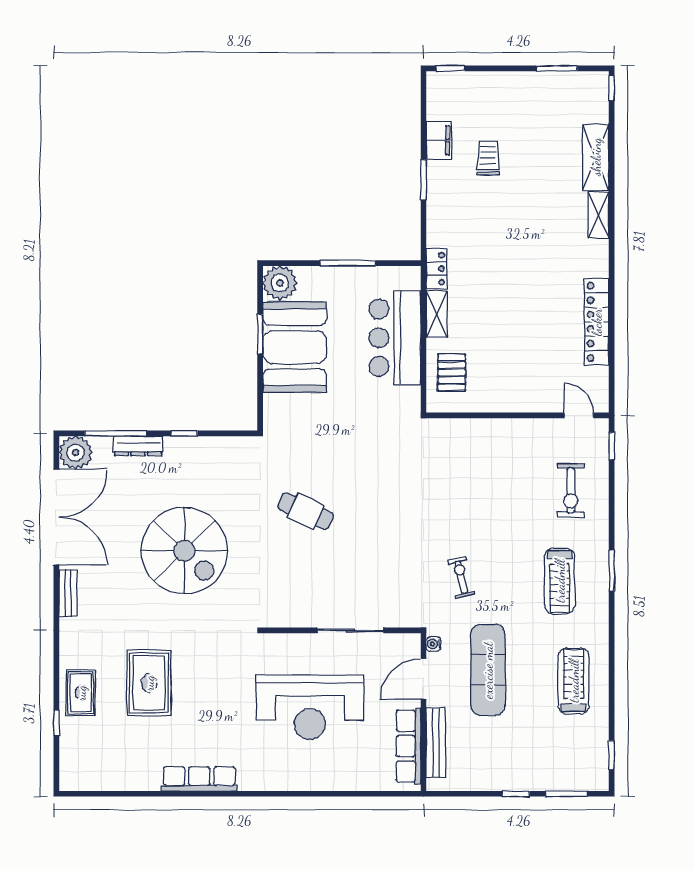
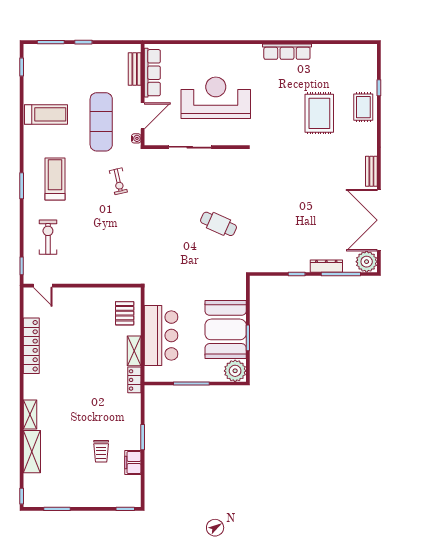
spiral stairs: (184, 551) -> (297, 198), removed
treadmill: (574, 681) -> (46, 114), turned -90
bench: (436, 743) -> (135, 69), width x0.73

